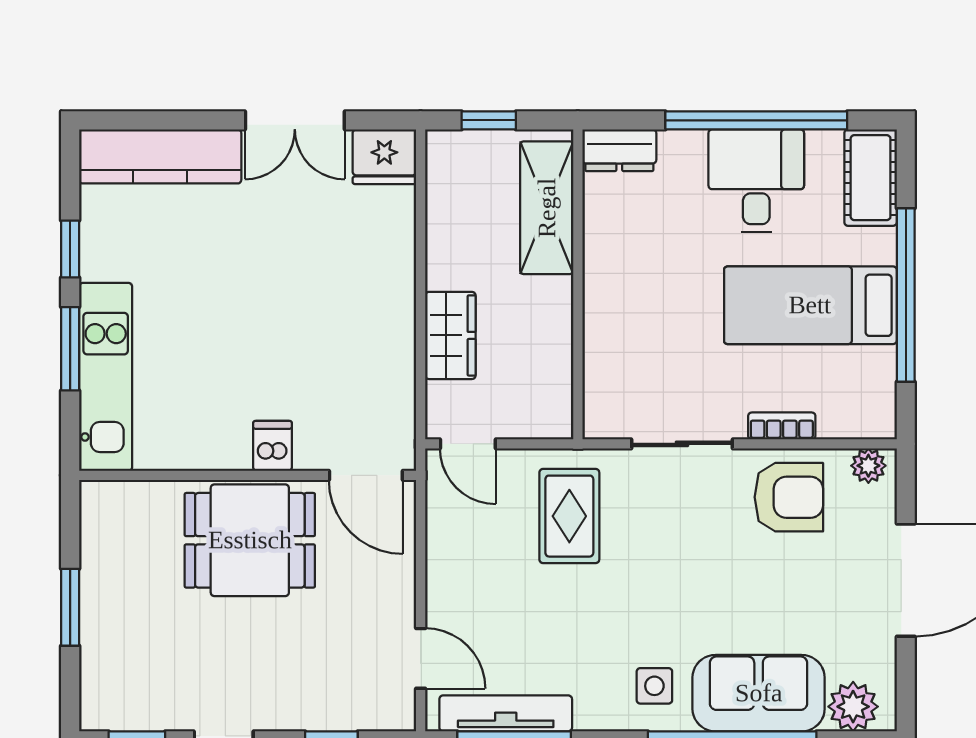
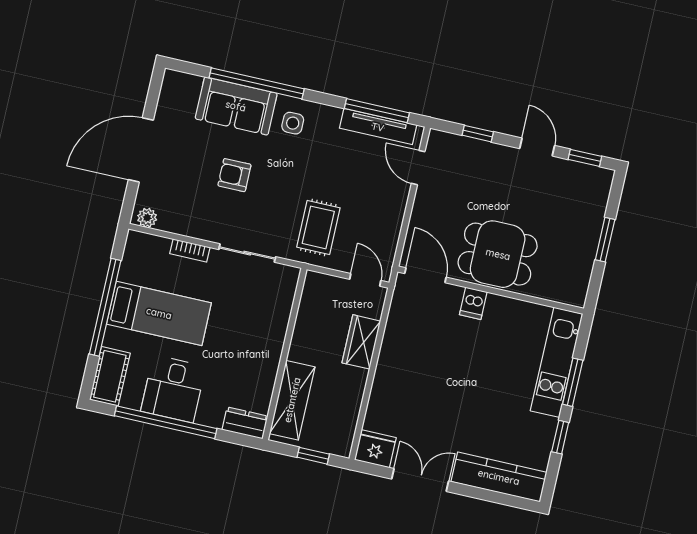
armchair: (789, 497) -> (234, 175), moved, width x0.72, depth x0.72
plant: (853, 707) -> (186, 87), removed

